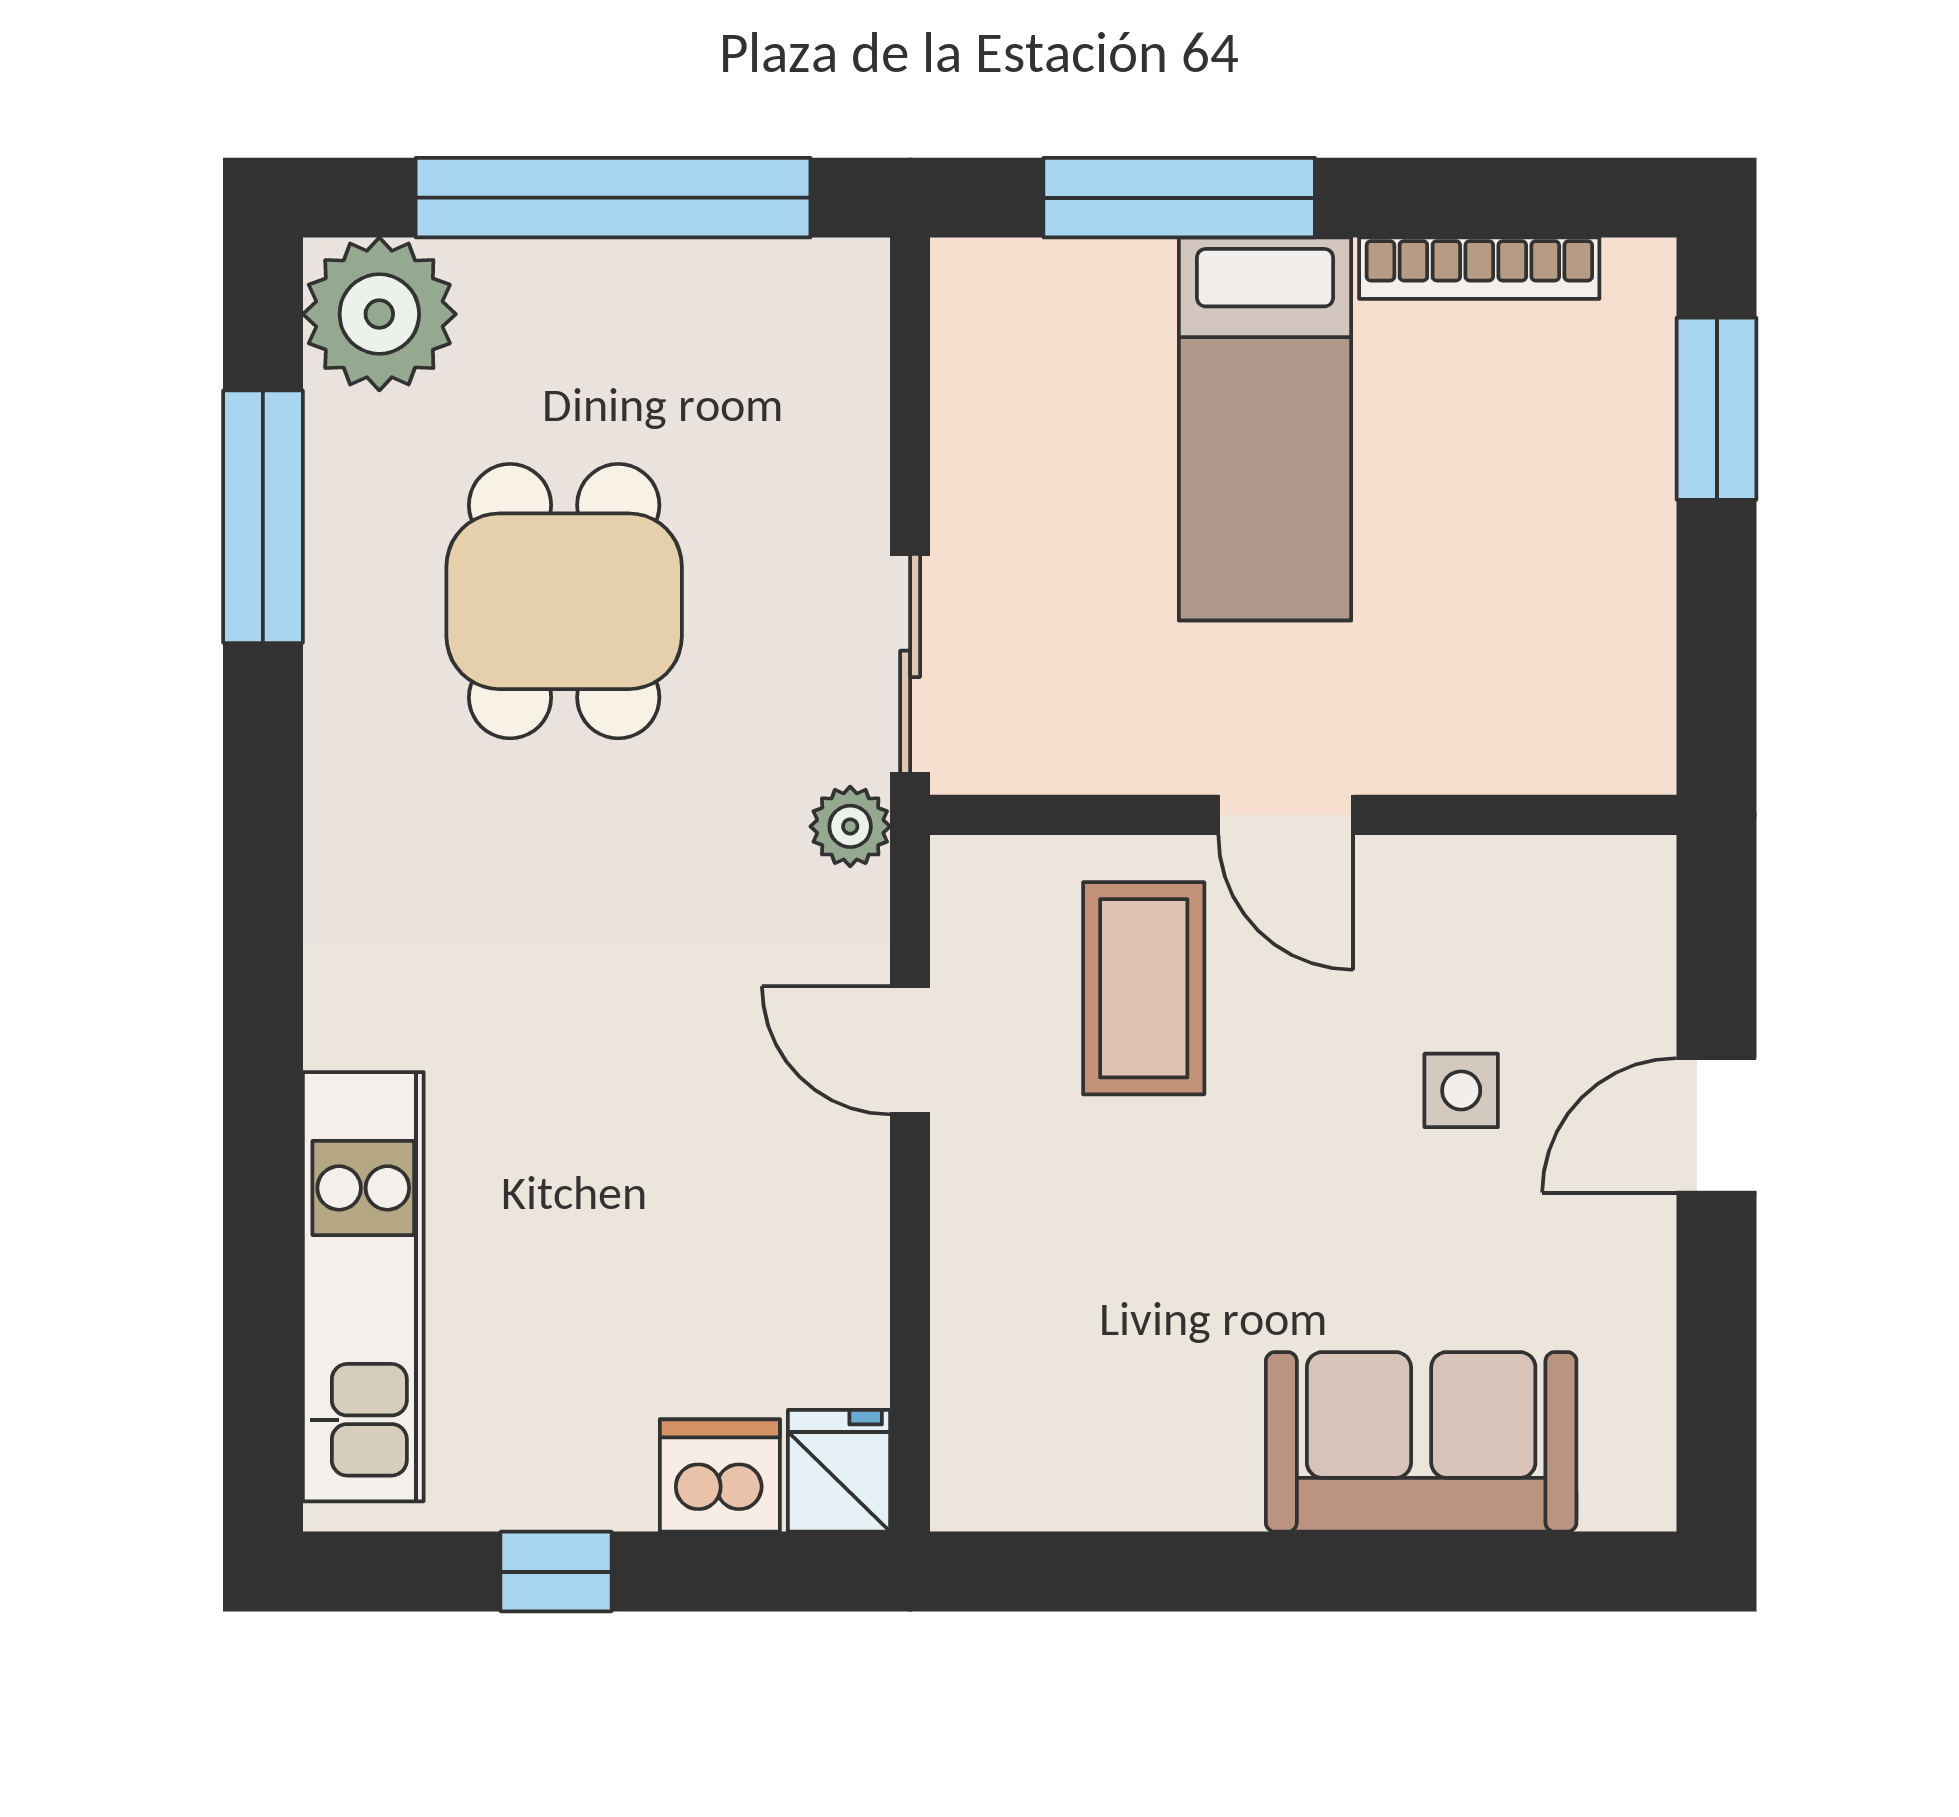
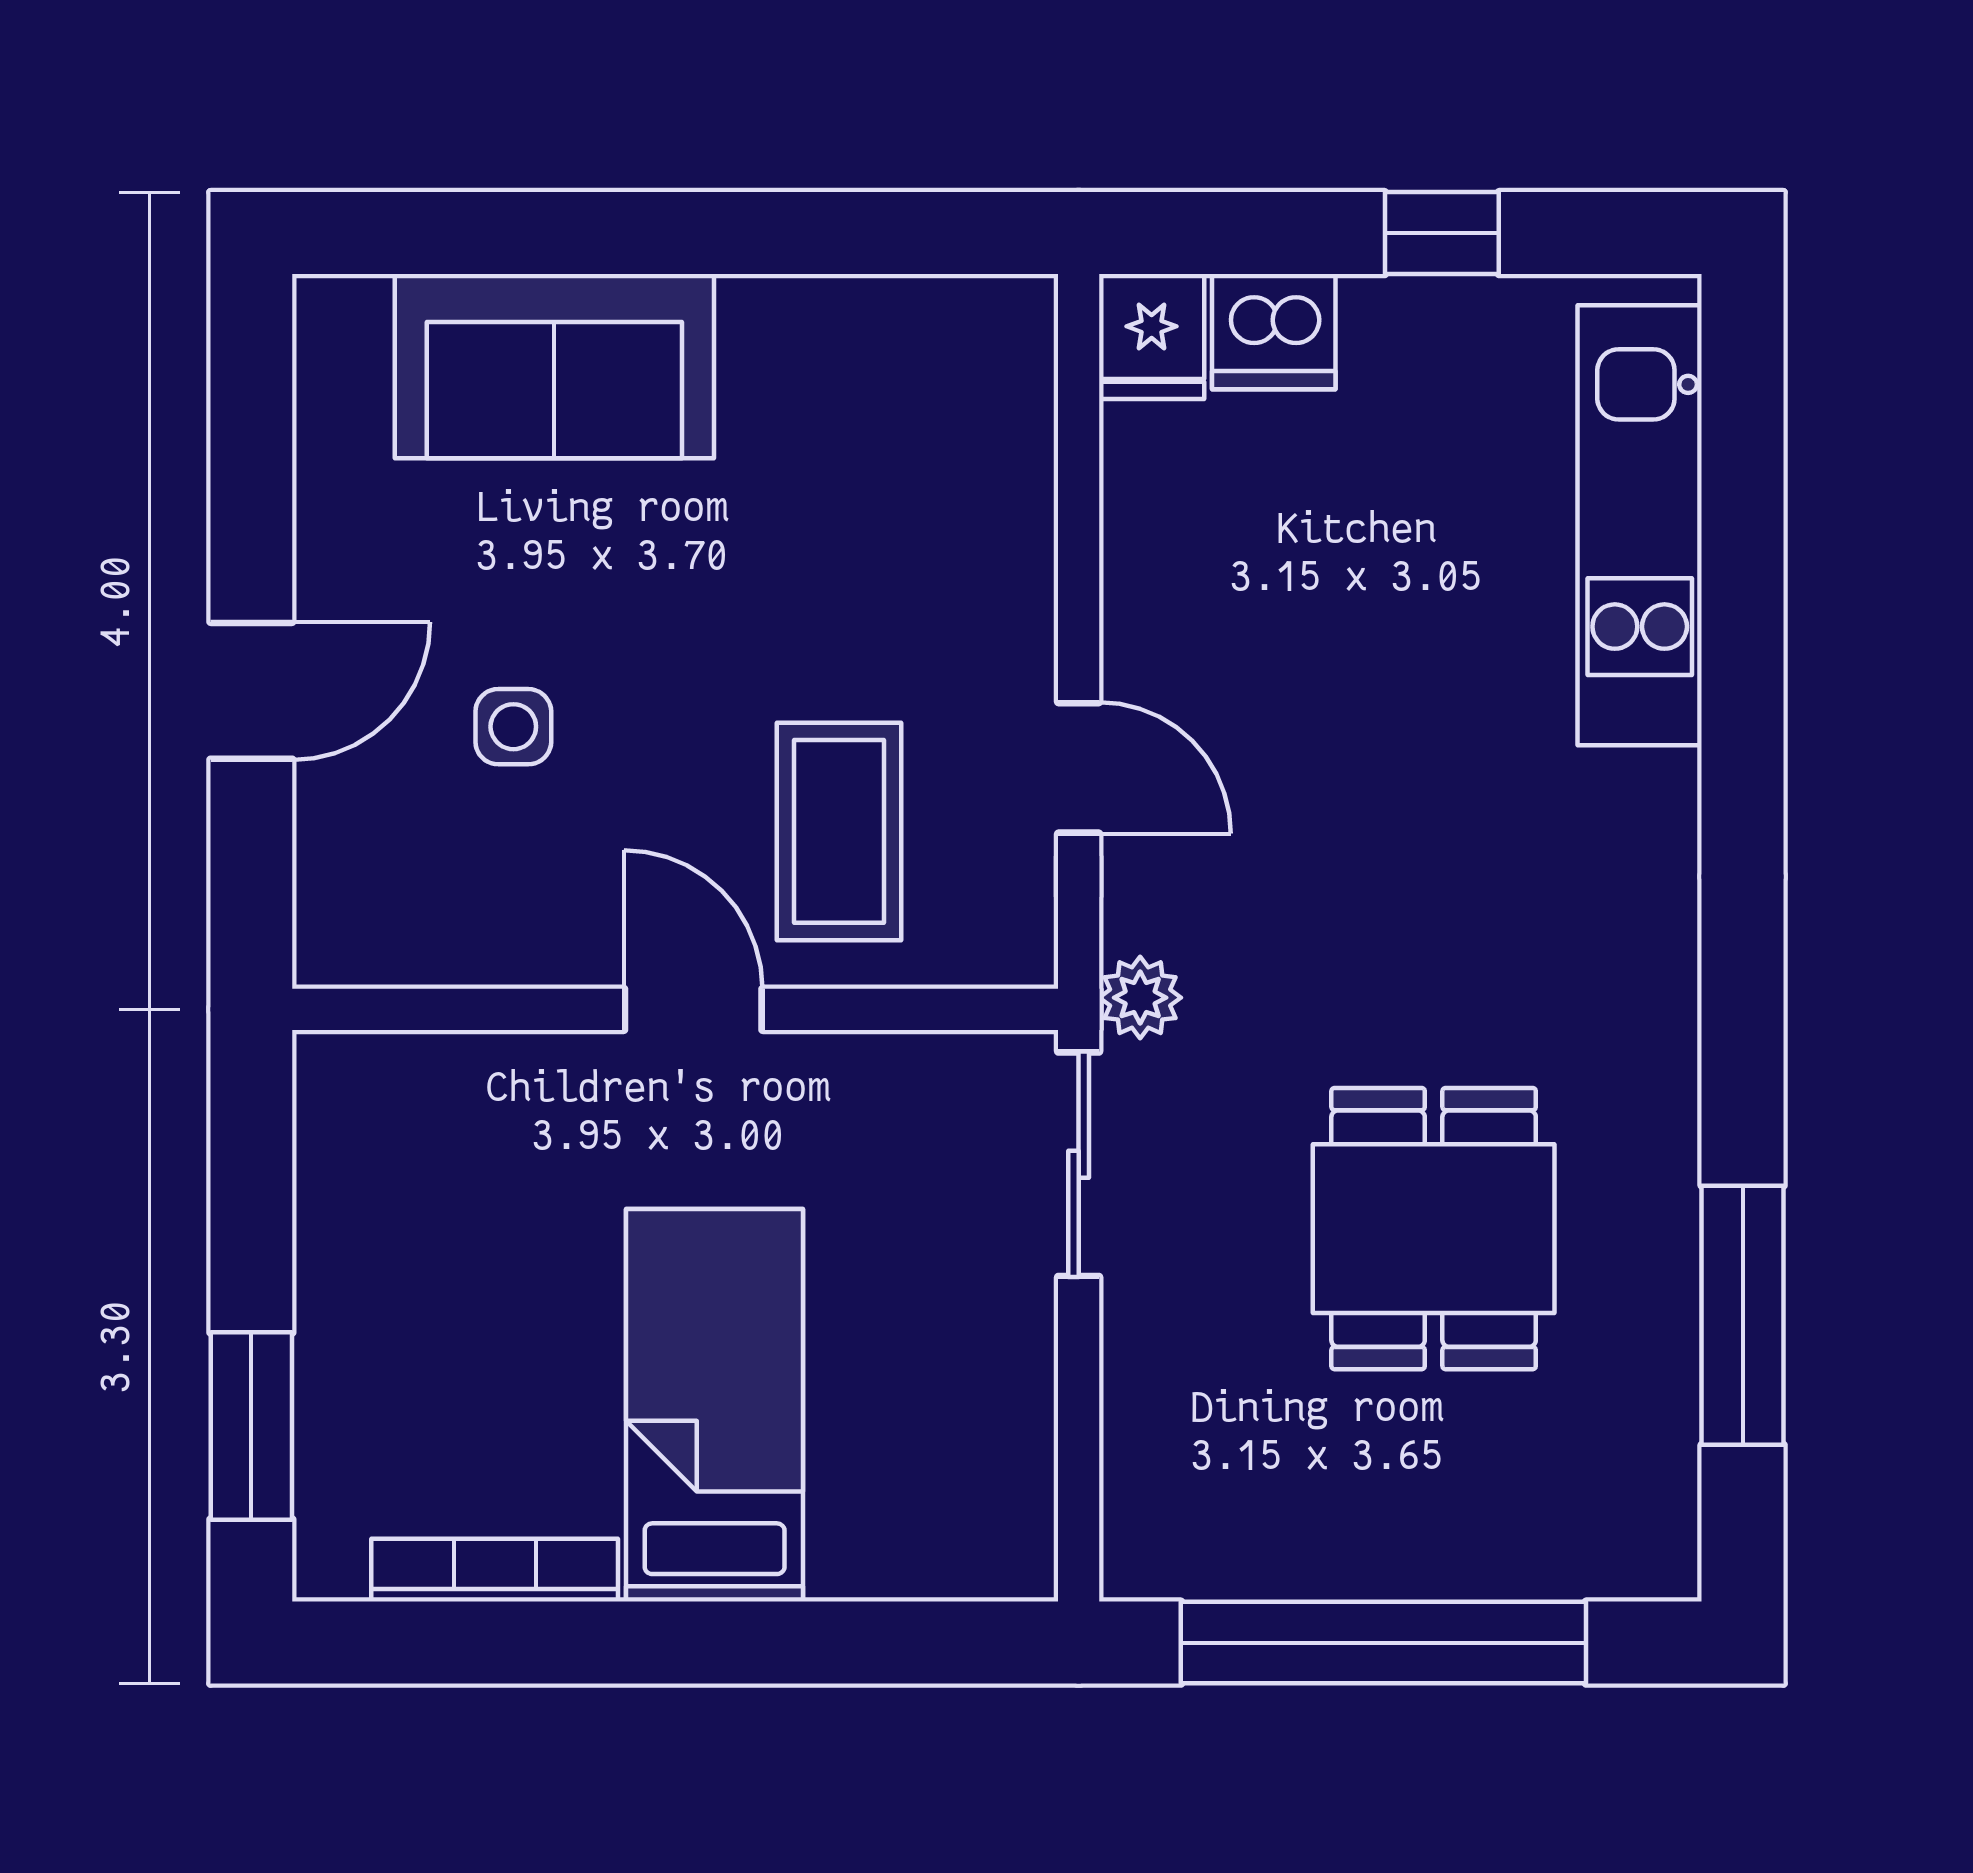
window: (1179, 198) -> (803, 1643), removed
plant: (379, 314) -> (1623, 1523), removed

